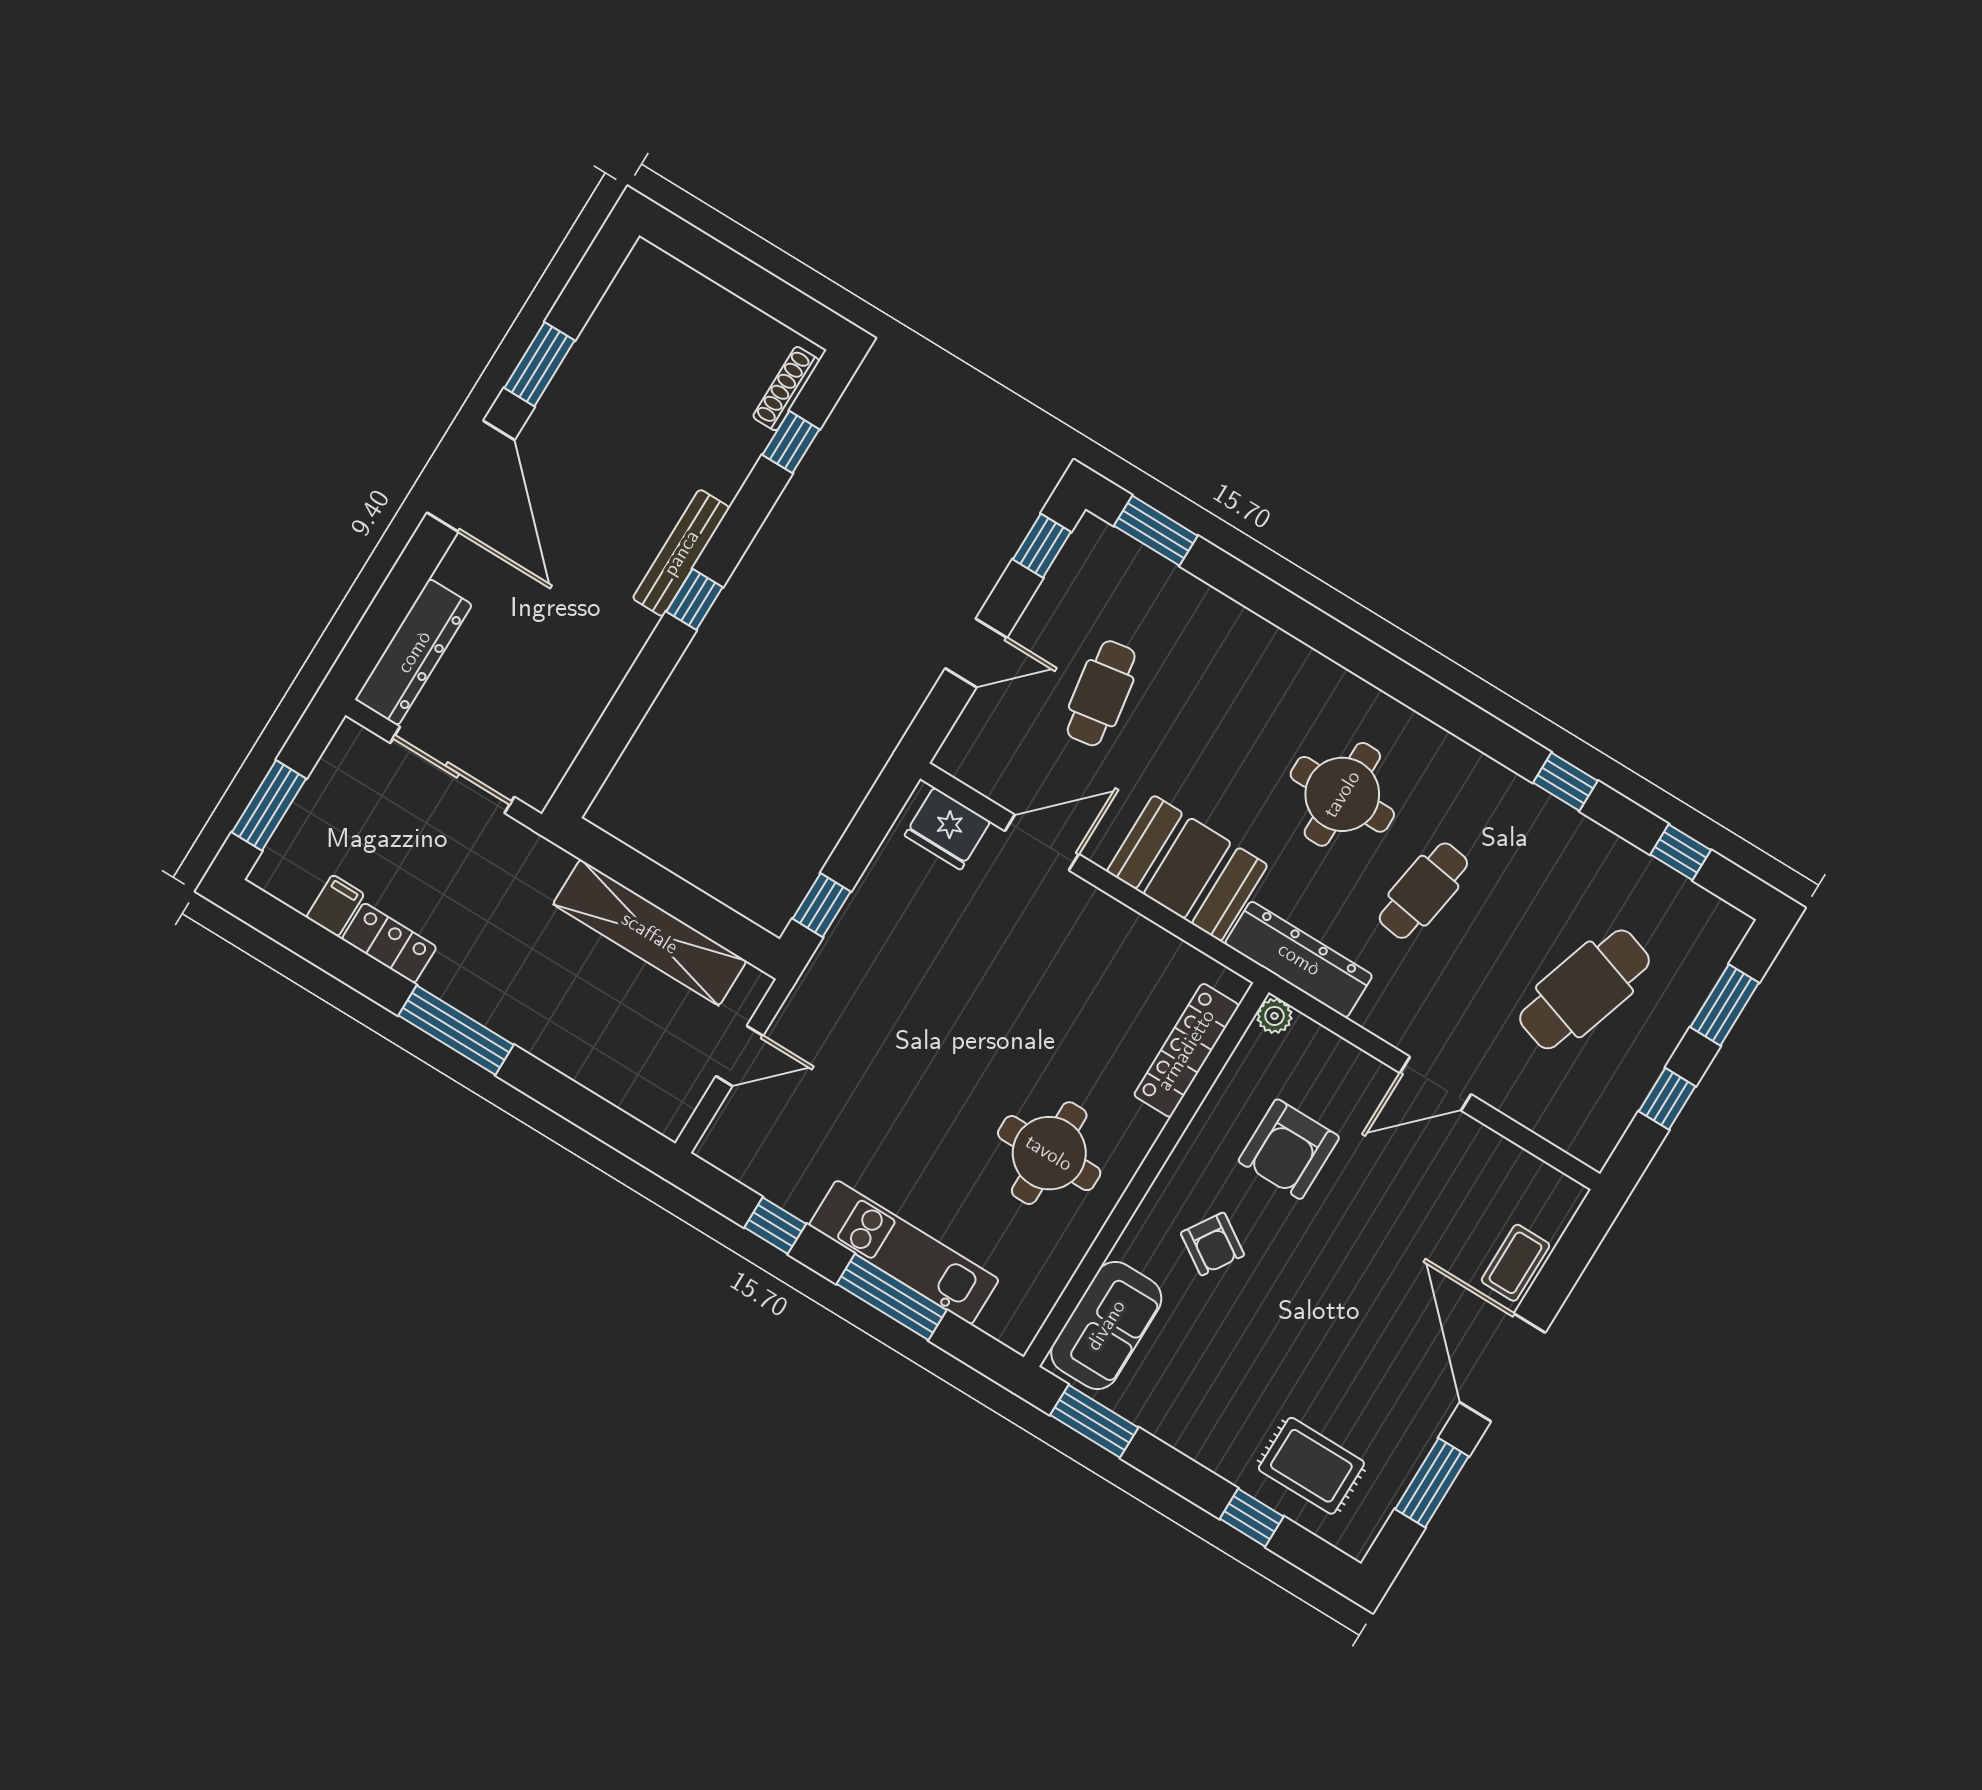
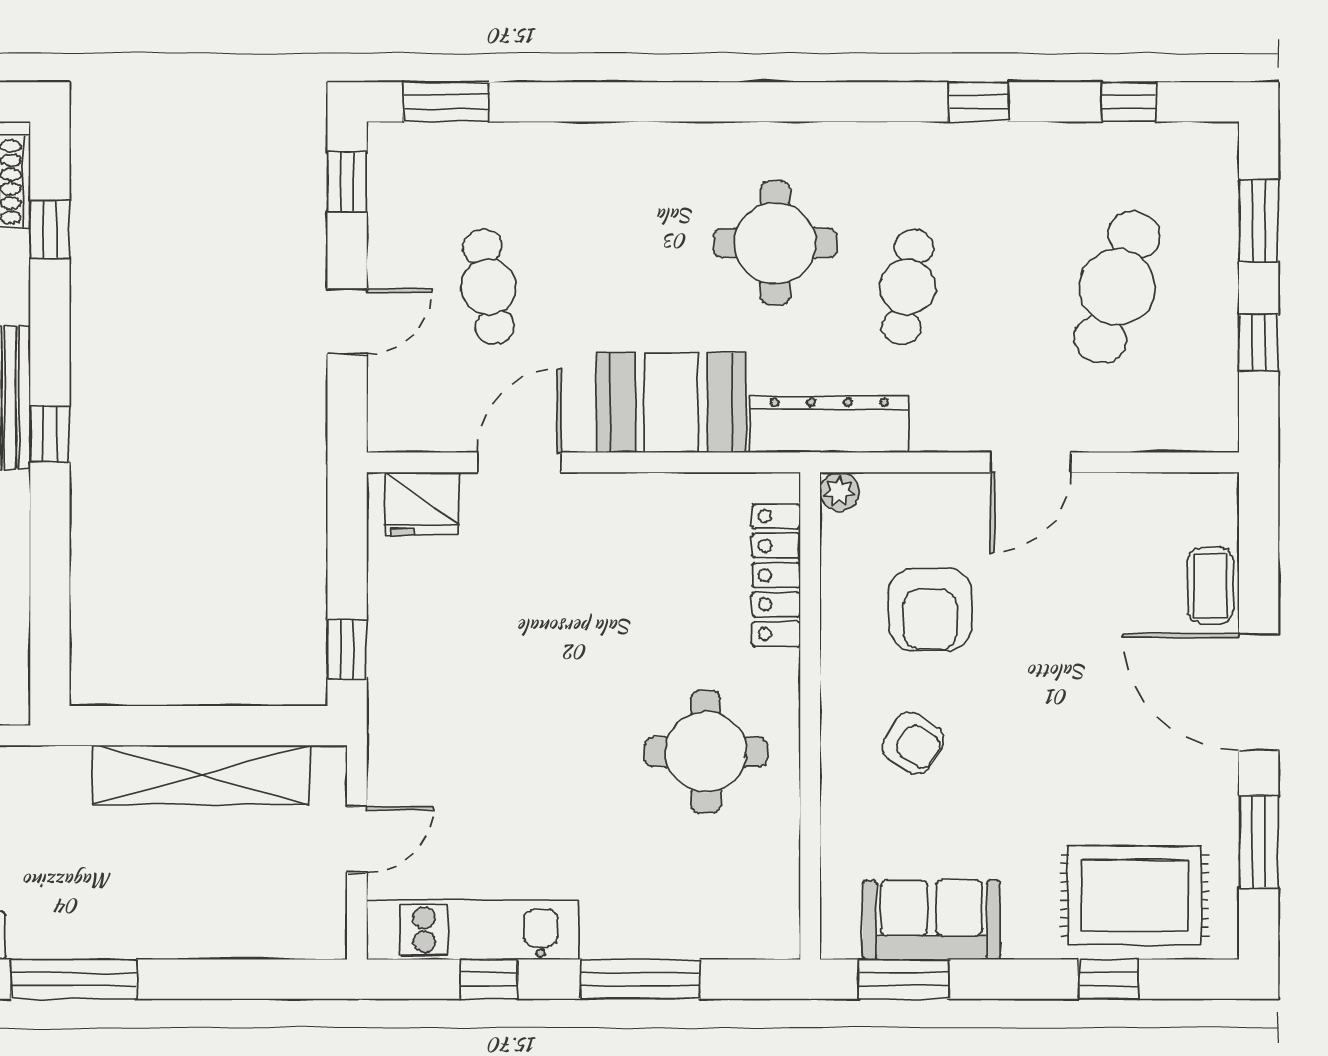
kitchen unit: (904, 1252) -> (473, 930), moved
sofa: (1106, 1325) -> (931, 920), moved, turned -90
rug: (1311, 1466) -> (1135, 896), width x1.36, depth x1.43

